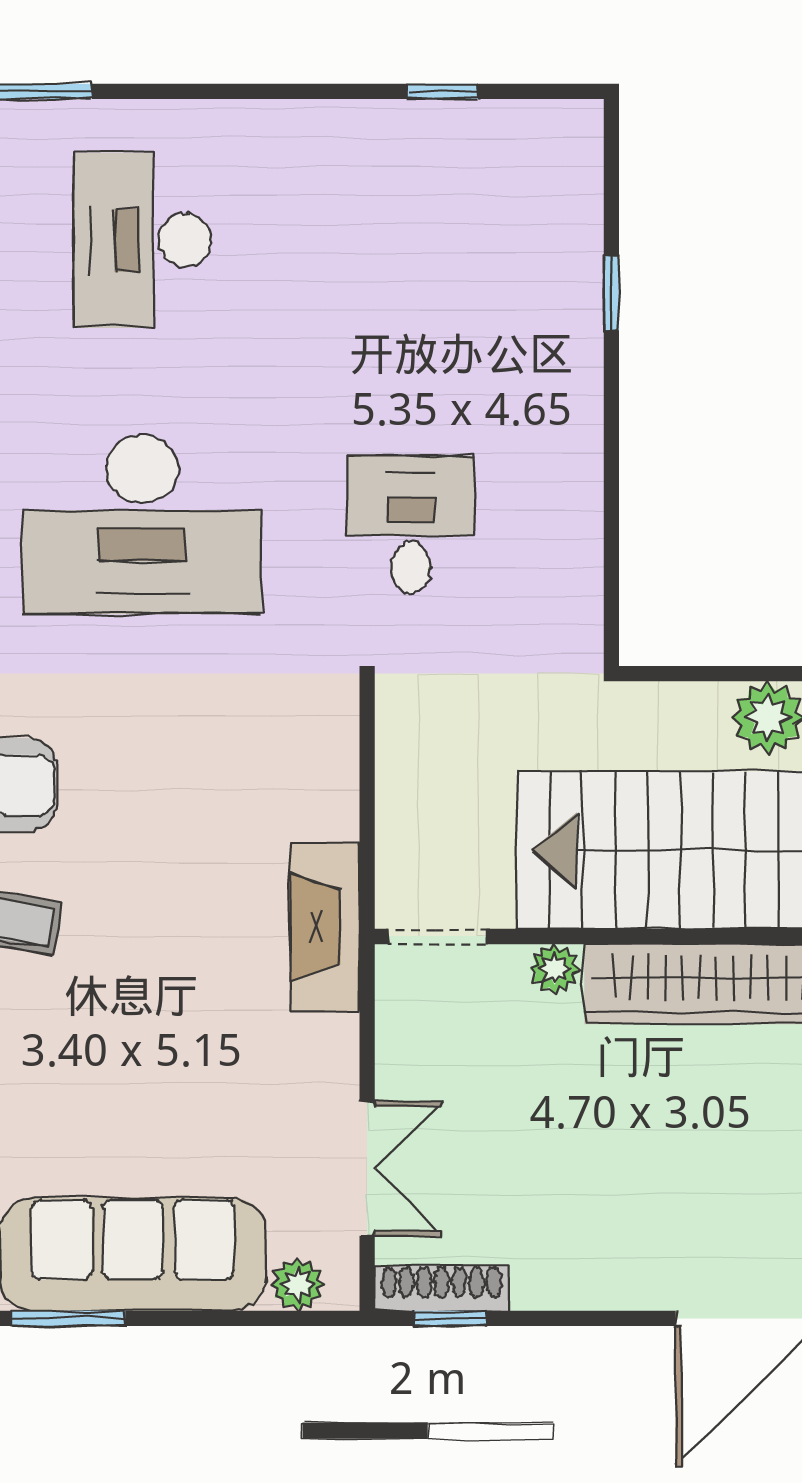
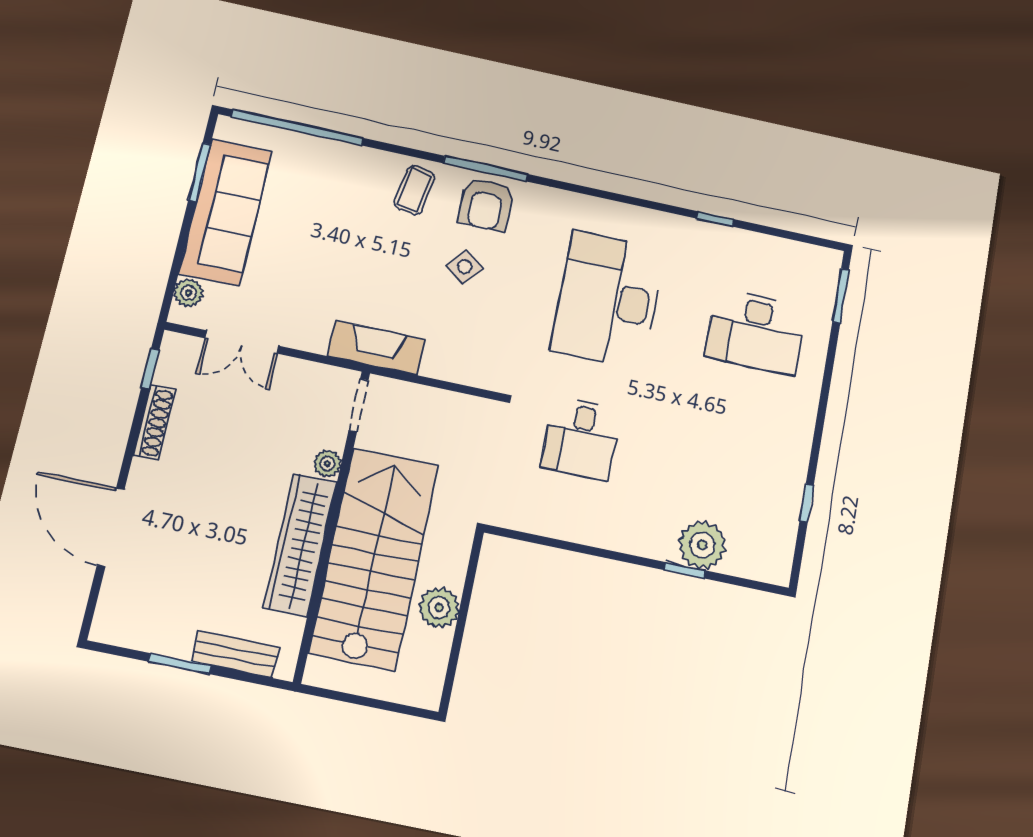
desk: (142, 240) -> (755, 332), turned 180
plant: (559, 269) -> (702, 545), added
desk: (411, 525) -> (581, 438), turned 90
side table: (138, 800) -> (465, 267), added
shoe rack: (441, 1288) -> (154, 422), moved

